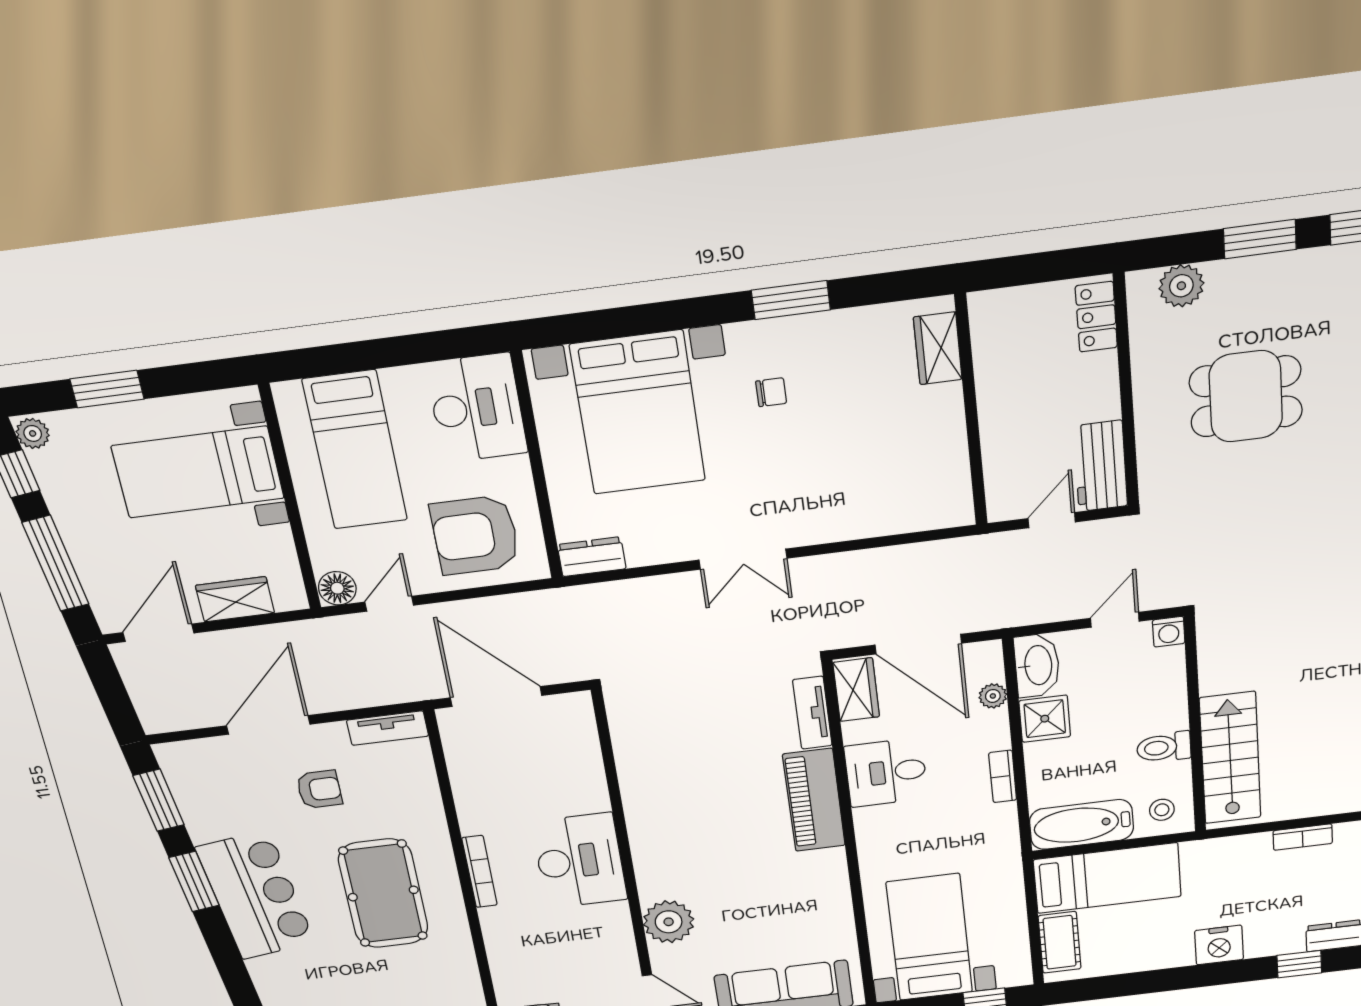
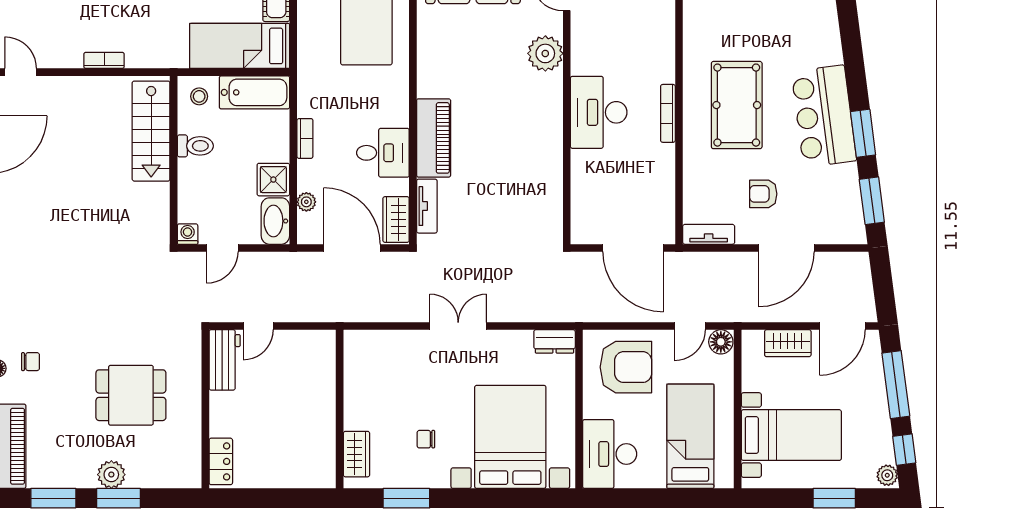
plant: (1181, 286) -> (111, 475), moved
wardrobe: (938, 348) -> (356, 454), moved
wall: (971, 411) -> (340, 409), moved

